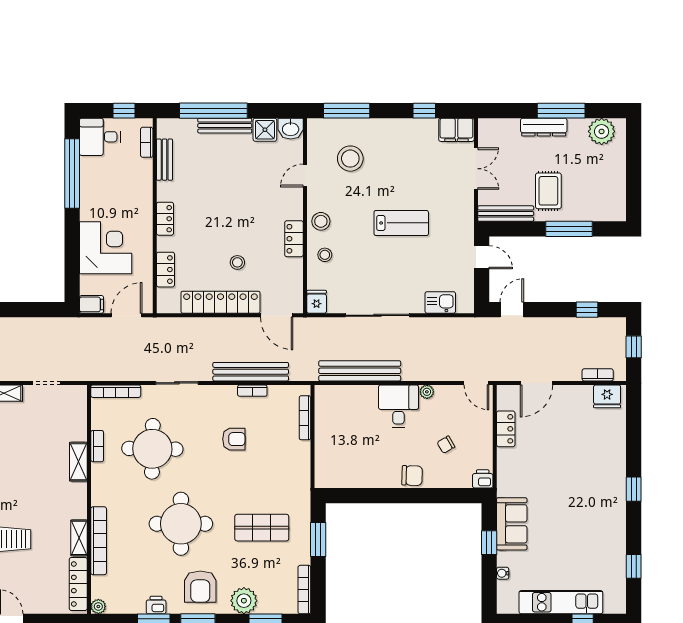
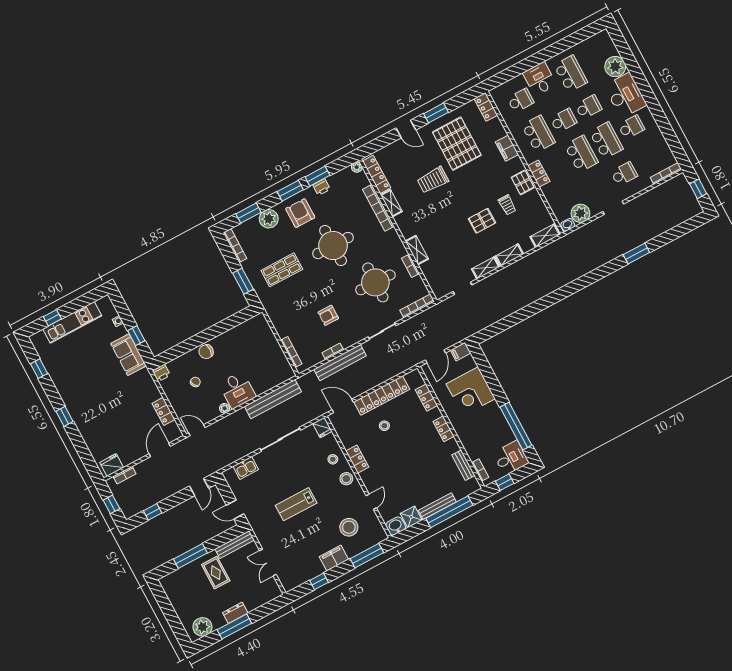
dresser: (544, 127) -> (235, 613), width x0.70
filing cabinet: (456, 130) -> (334, 558), moved

